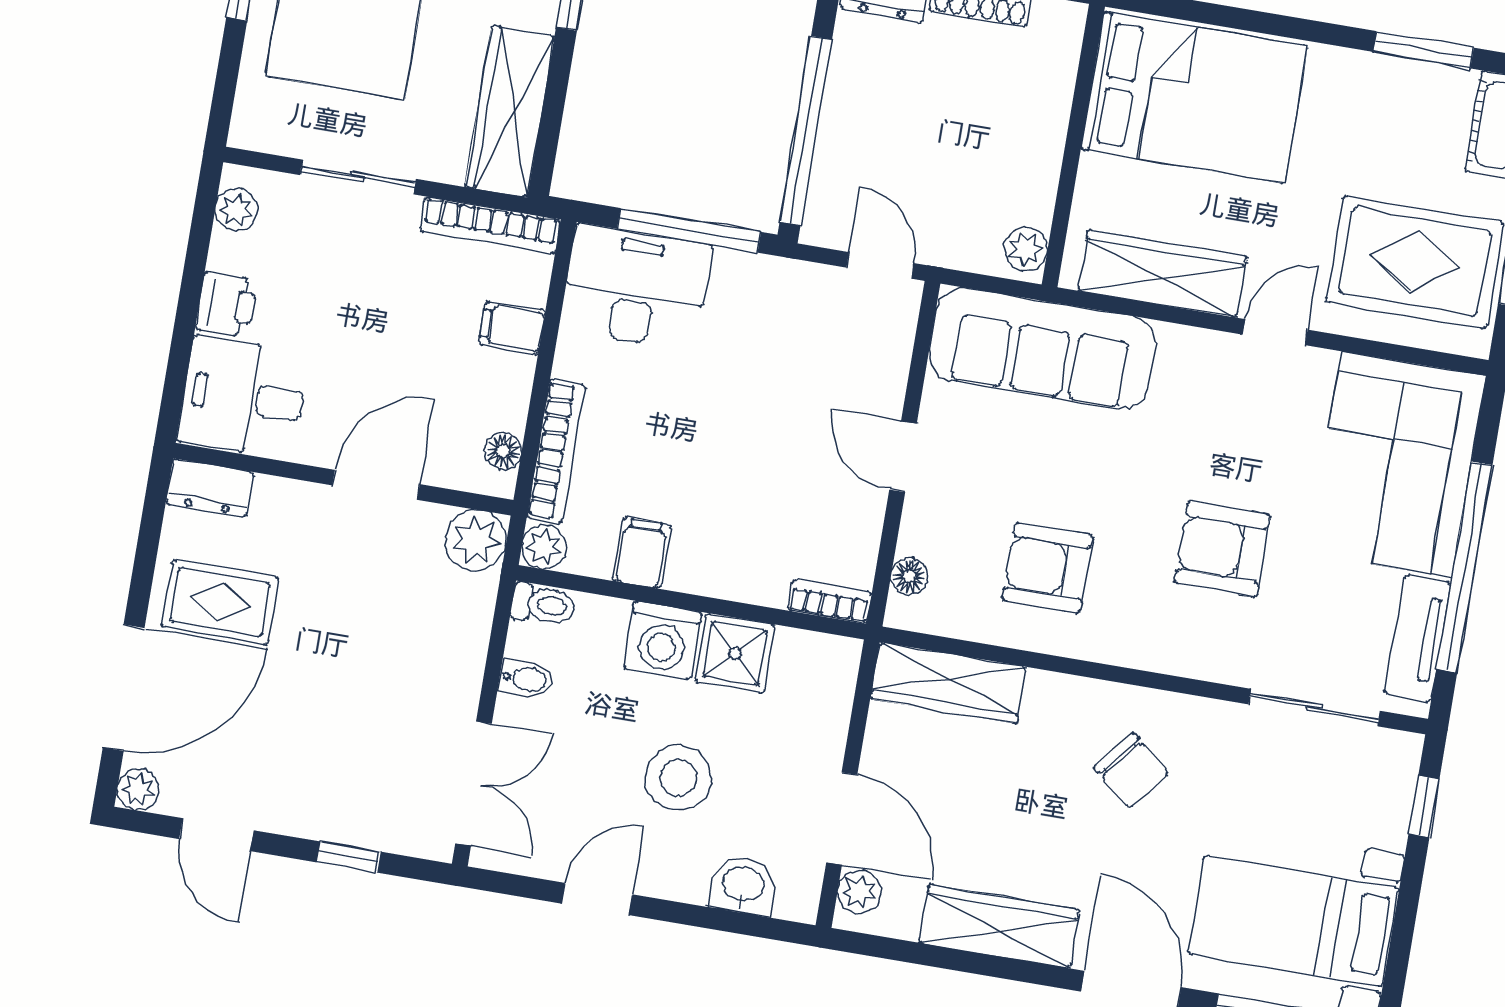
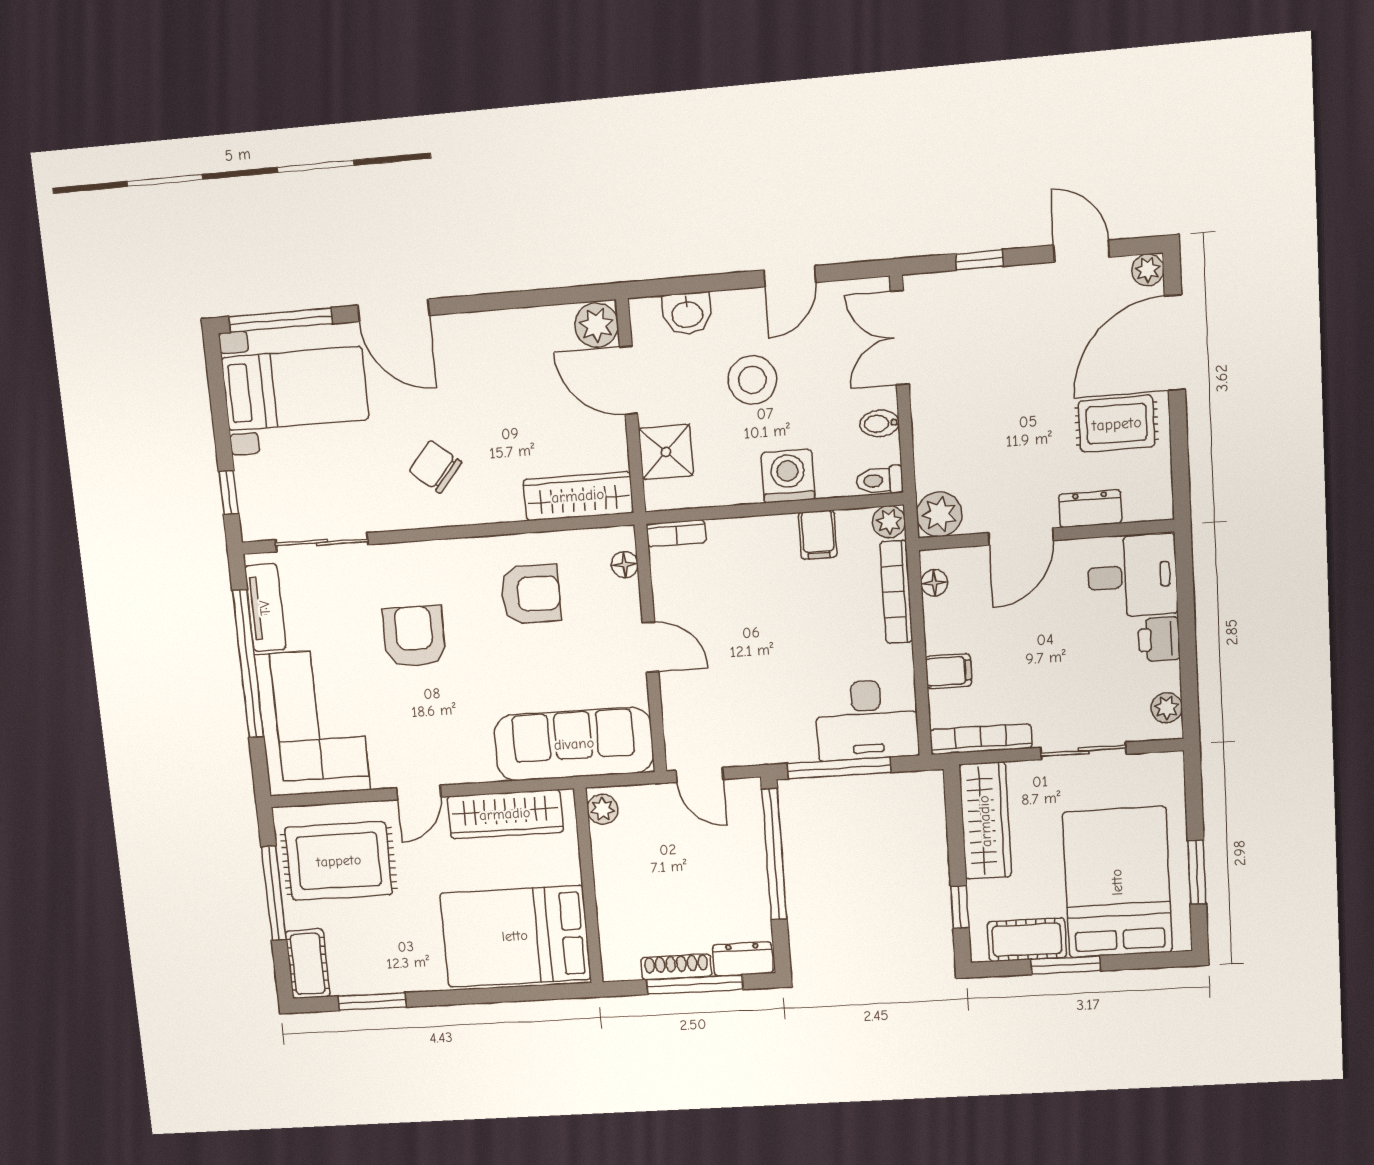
dresser: (210, 488) -> (1090, 509), moved
armchair: (1222, 549) -> (414, 637), turned -90
shower: (735, 653) -> (666, 452), moved
plant: (859, 892) -> (596, 325), width x1.38, depth x1.38
wardrobe: (999, 926) -> (498, 331), removed

